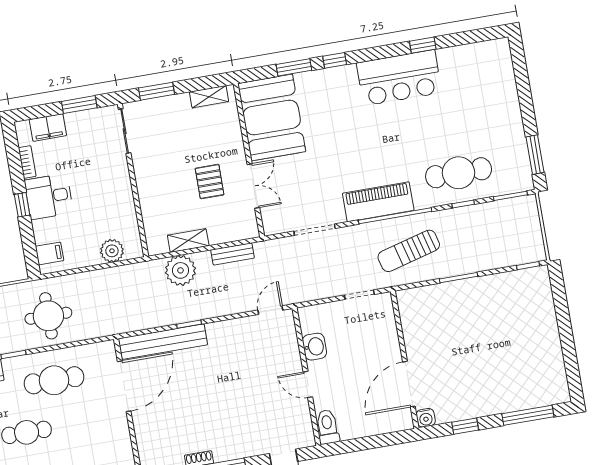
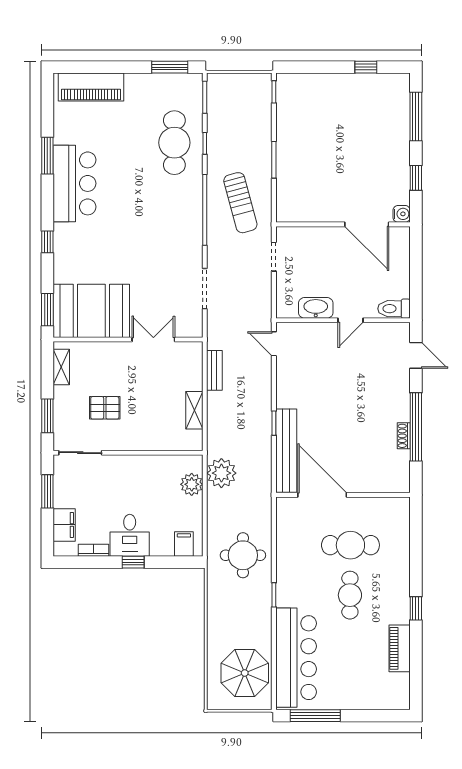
window: (423, 45) -> (47, 156), width x1.50
window: (294, 67) -> (47, 310), moved
pallet: (210, 182) -> (105, 408), moved
piano: (378, 202) -> (91, 87), moved, turned -90
plant: (180, 270) -> (221, 473), moved
washbasin: (314, 347) -> (316, 308), width x1.38
window: (570, 355) -> (366, 67), added
cafe table: (54, 380) -> (350, 545), moved, turned 90

